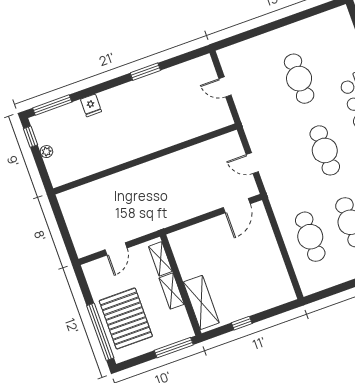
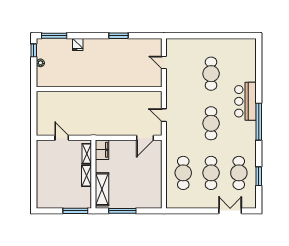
filing cabinet: (181, 245) -> (102, 150), added
door: (116, 249) -> (62, 138), swing flipped
pallet: (126, 318) -> (52, 183), removed
window: (242, 323) -> (122, 211), width x2.17
window: (100, 332) -> (34, 185), removed

